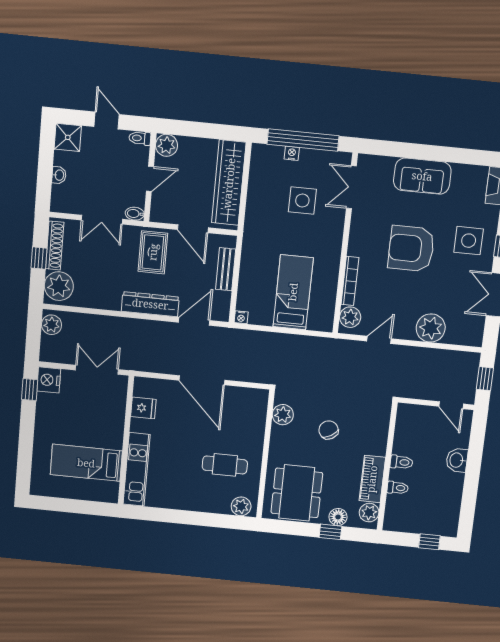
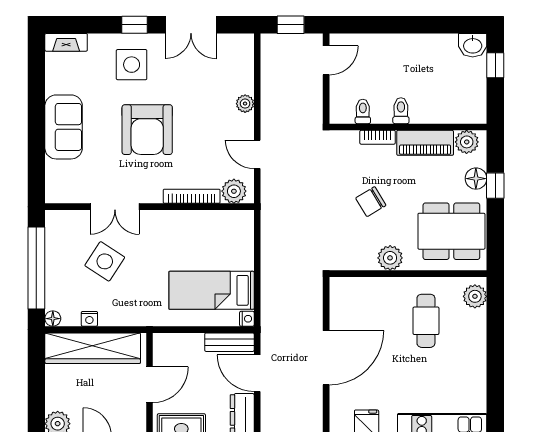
floor lamp: (258, 150) -> (53, 319), added
nightstand: (292, 153) -> (89, 319), moved, turned -90
double door: (351, 187) -> (115, 207), moved
side table: (302, 201) -> (105, 261), turned 33
bench: (226, 269) -> (229, 342), moved
bed: (293, 292) -> (212, 290), moved
plant: (431, 328) -> (245, 104), width x0.53, depth x0.53
plant: (283, 415) -> (390, 258), moved
bookcase: (382, 441) -> (378, 137), added
washbasin: (457, 460) -> (473, 45), moved
toilet: (398, 488) -> (363, 111), moved

